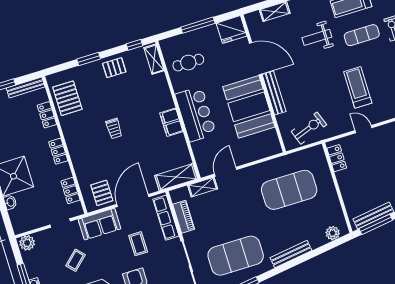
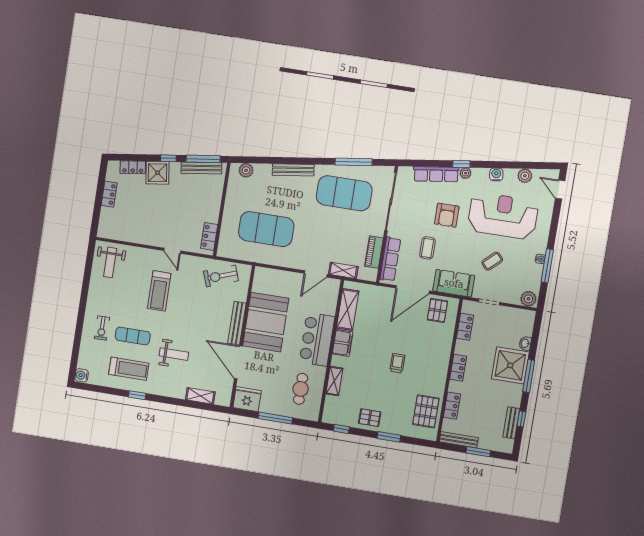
shelving: (154, 59) -> (334, 381), moved
cafe table: (188, 63) -> (301, 389), turned 90
shelving: (176, 177) -> (348, 310), moved, turned 90

